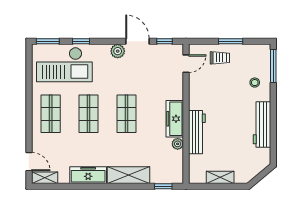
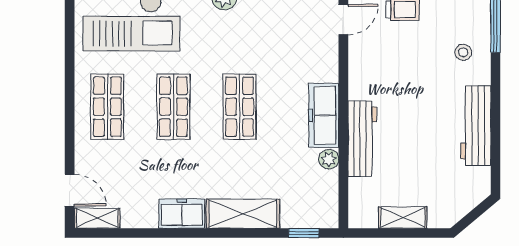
freezer: (88, 175) -> (182, 214), width x0.71

